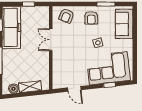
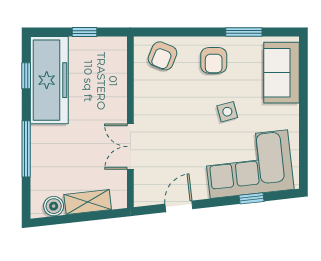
double door: (51, 40) -> (130, 147), moved
door: (74, 89) -> (179, 206), swing flipped

